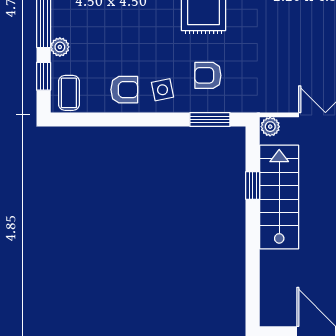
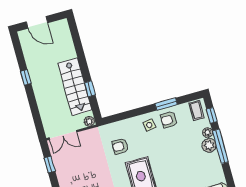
plant: (64, 23) -> (209, 145), added
armchair: (208, 75) -> (120, 146), moved, turned 180
window: (210, 120) -> (166, 104), moved

